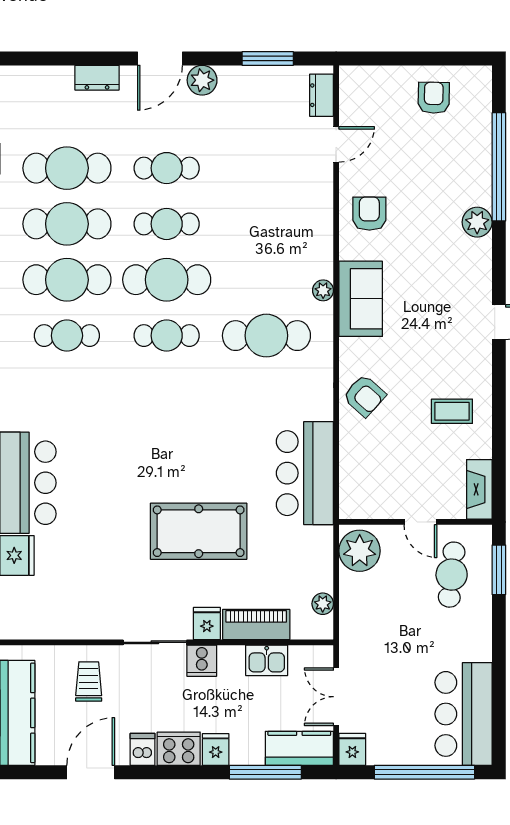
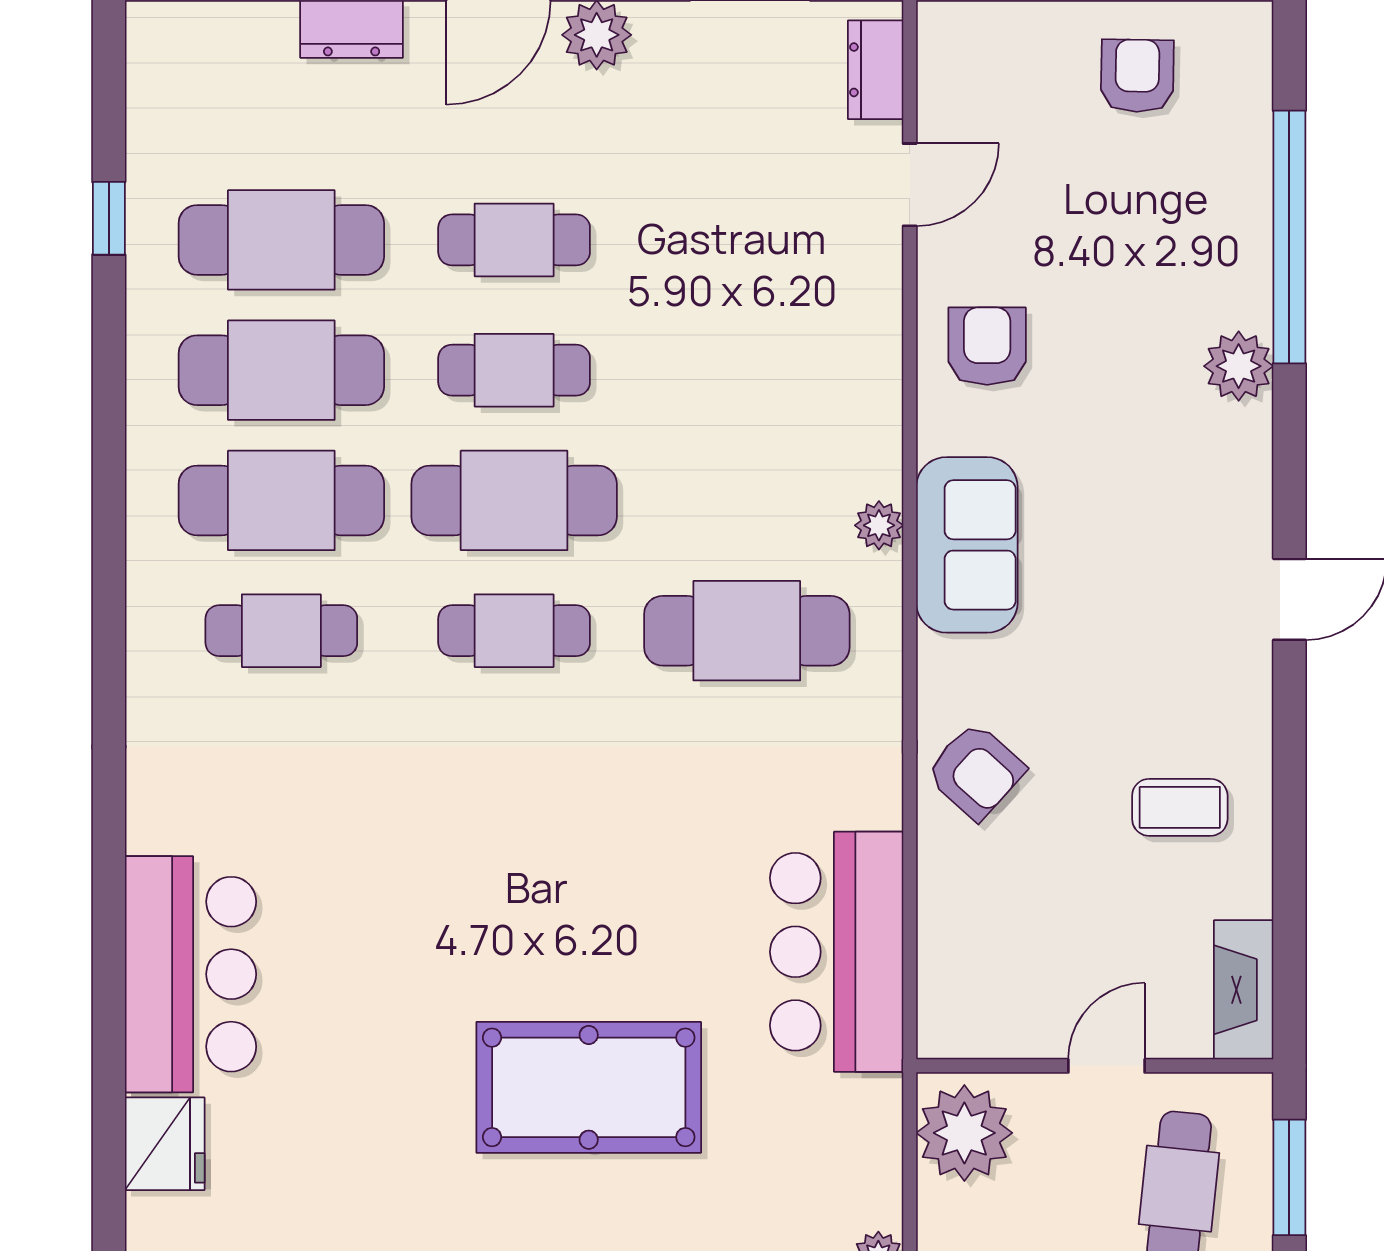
door: (421, 522) -> (1106, 1066), swing flipped

